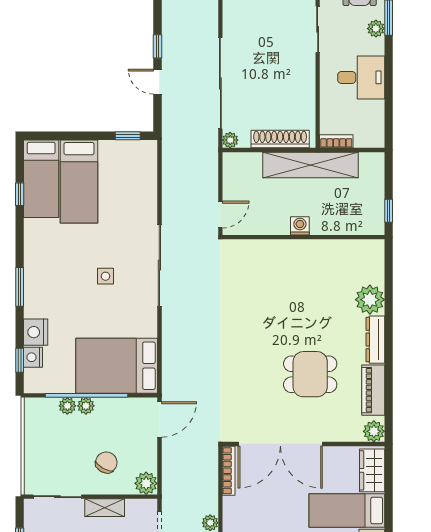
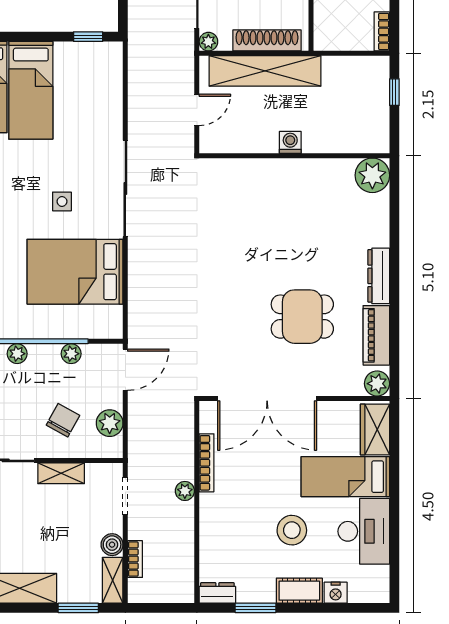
bookcase: (336, 141) -> (382, 31), moved, turned -90
shelving: (311, 165) -> (265, 71), moved
window: (389, 211) -> (394, 92), moved
door: (220, 215) -> (197, 110), moved
plant: (370, 300) -> (372, 175), moved
bed: (117, 366) -> (75, 272), moved
plant: (86, 406) -> (71, 354), moved
bookcase: (229, 471) -> (207, 463), moved
plant: (146, 483) -> (110, 423), moved

